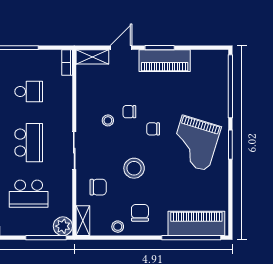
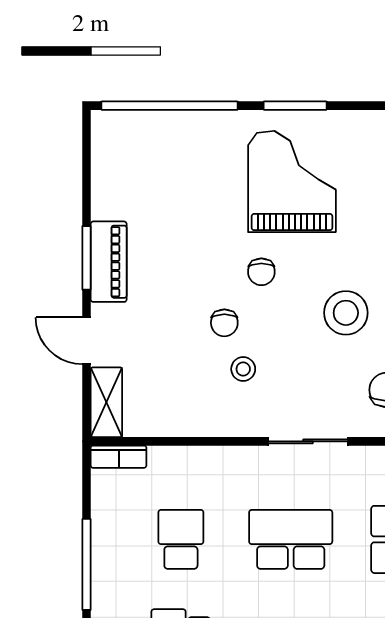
piano: (165, 61) -> (109, 262), width x0.73, depth x0.75
grand piano: (195, 143) -> (292, 181), turned -107

